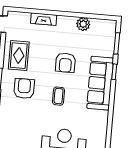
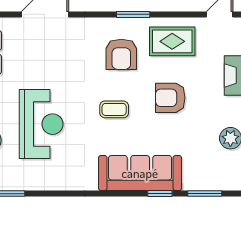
armchair: (65, 63) -> (170, 98), moved
armchair: (24, 88) -> (121, 54), turned 90

